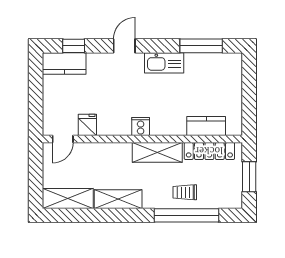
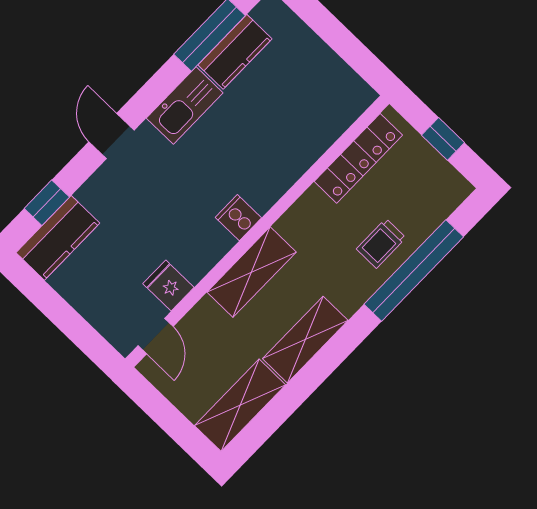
kitchen counter: (206, 126) -> (235, 52), moved, turned 180
shelving: (157, 152) -> (252, 272), moved
window: (249, 177) -> (443, 139), width x0.67

